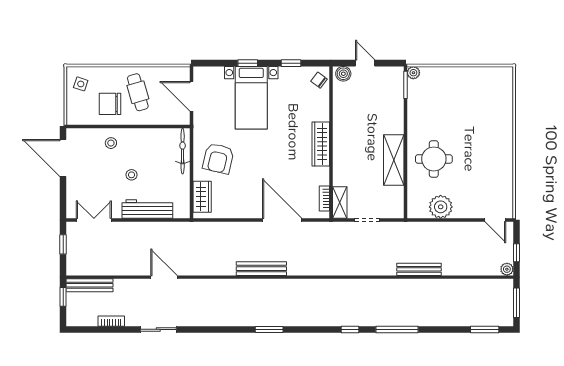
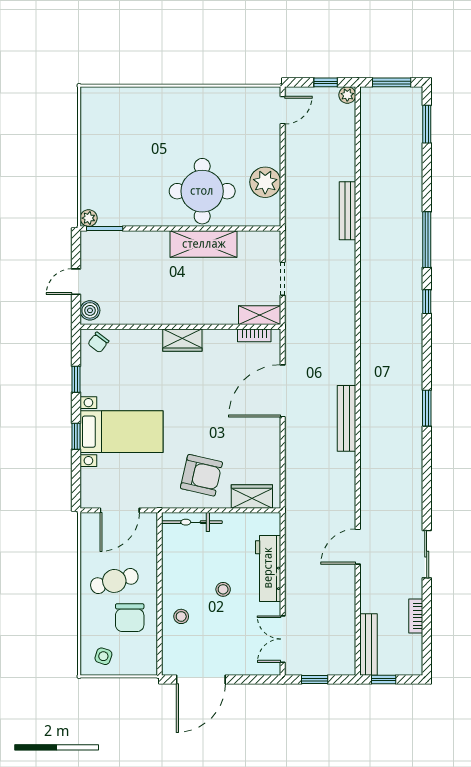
wardrobe: (321, 144) -> (182, 340), width x0.67
round table: (434, 159) -> (202, 191), width x1.36, depth x1.36

